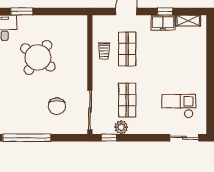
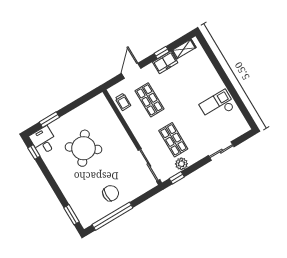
trolley: (104, 51) -> (123, 102), moved
chair: (57, 106) -> (111, 193), moved, turned -90
checkout: (179, 106) -> (217, 106), moved
sliding door: (184, 138) -> (221, 151), moved

